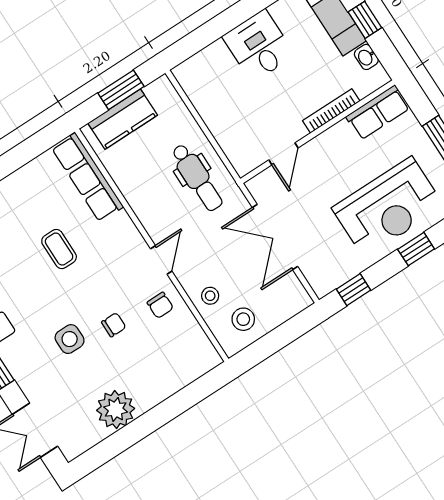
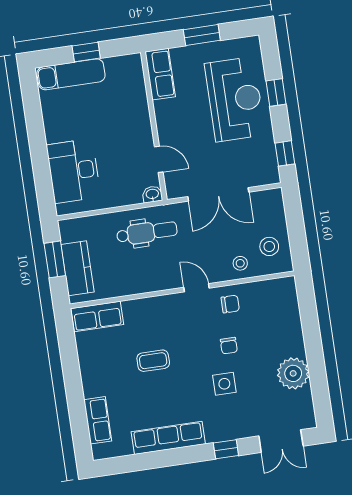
desk: (259, 46) -> (74, 171), moved, width x1.37
washbasin: (366, 57) -> (152, 194), moved, turned 180
bookcase: (331, 111) -> (143, 109), removed
row of seats: (87, 177) -> (97, 316), width x0.68
chair: (114, 325) -> (229, 346), turned 180

